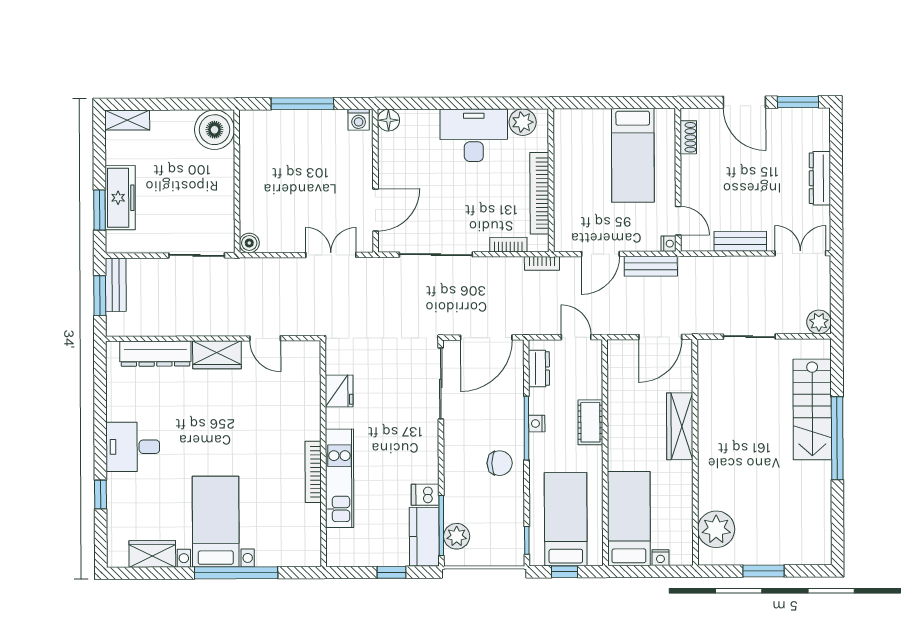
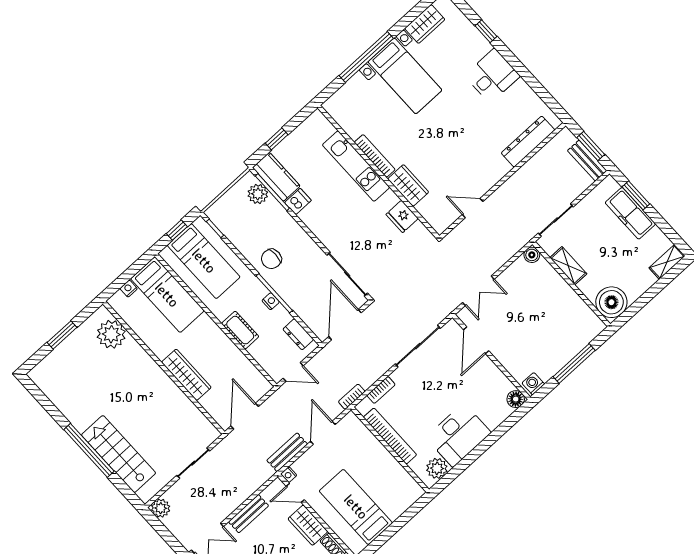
wardrobe: (694, 179) -> (308, 525), added
shelving: (224, 201) -> (568, 266), added
wardrobe: (217, 355) -> (408, 185), moved, turned 90

